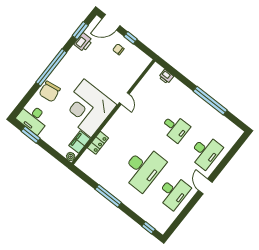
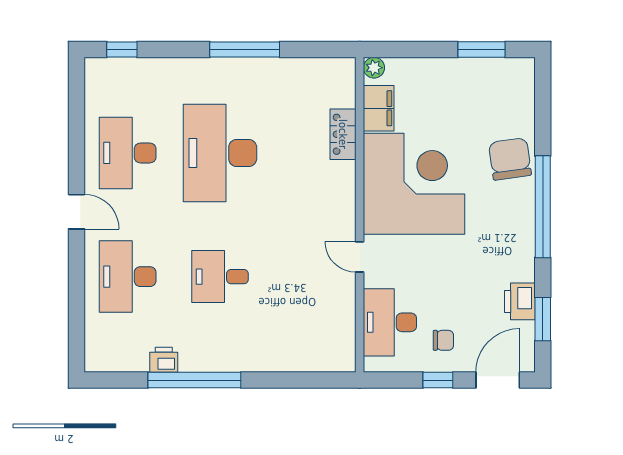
printer: (166, 77) -> (164, 360), moved
desk: (33, 118) -> (390, 322), moved, turned -90

